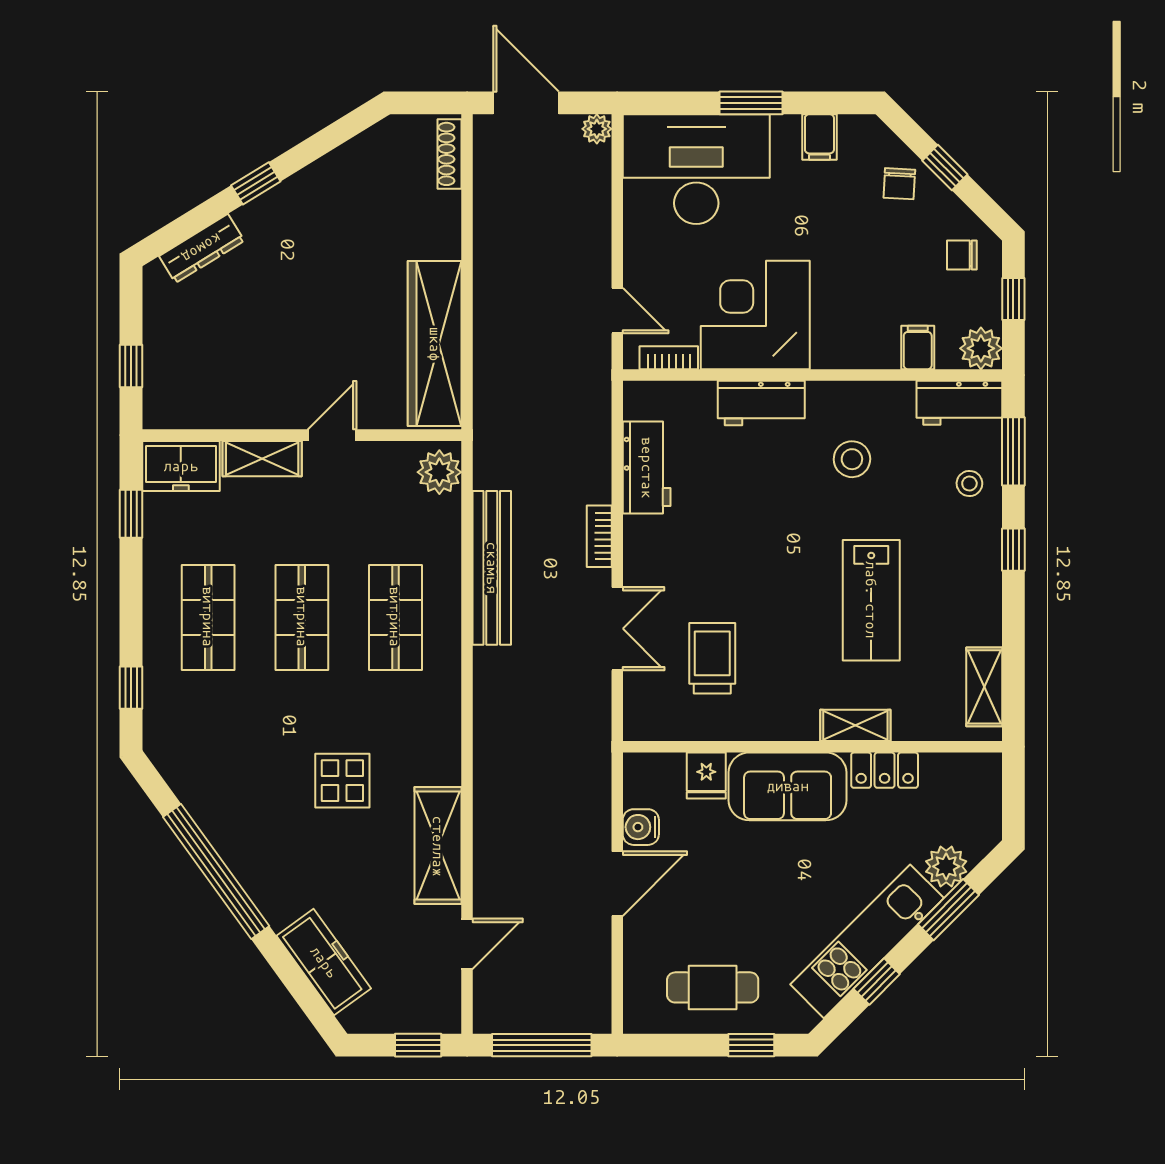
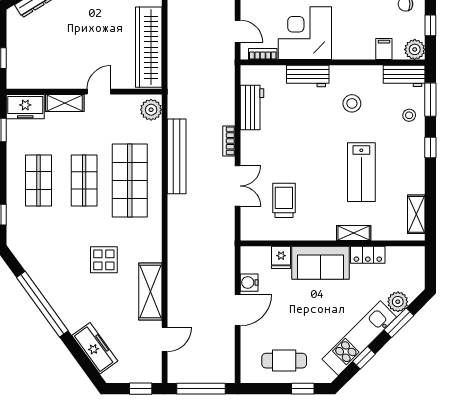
shop shelf: (395, 617) -> (130, 180), width x1.43, depth x1.36

